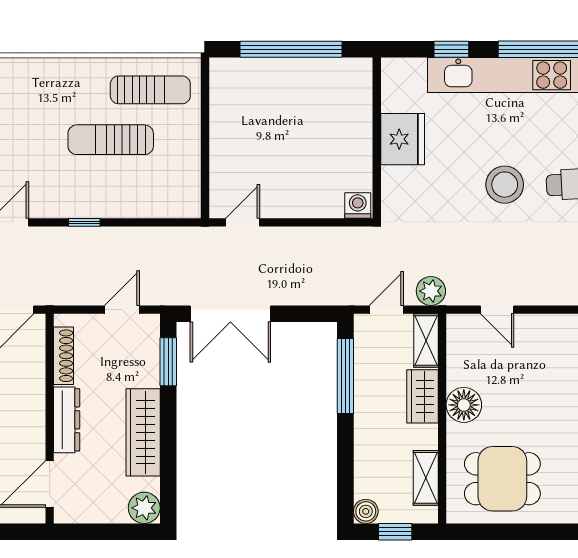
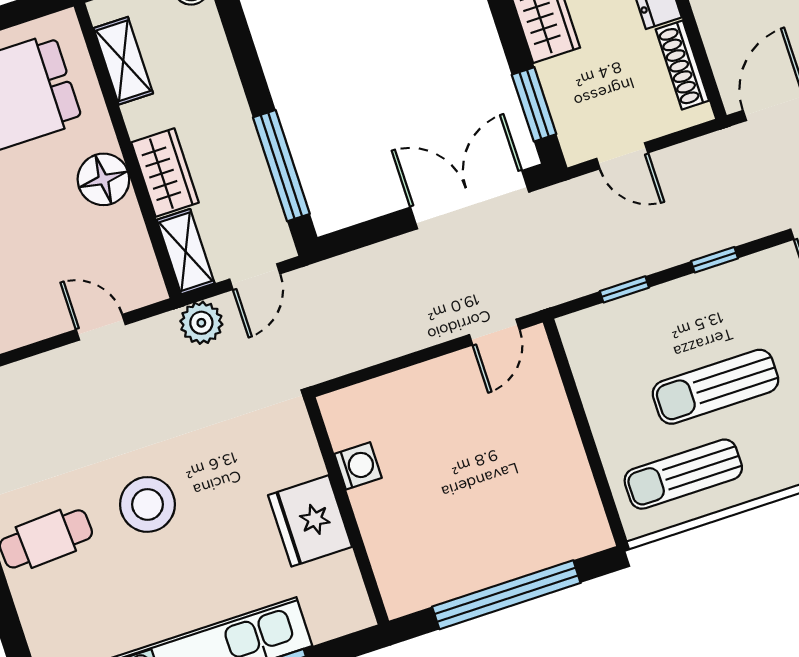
sun lounger: (111, 140) -> (716, 387), turned 180
washing machine: (358, 205) -> (358, 466), moved, turned -90
window: (149, 222) -> (624, 289), added
door: (122, 310) -> (622, 156), hinge flipped

